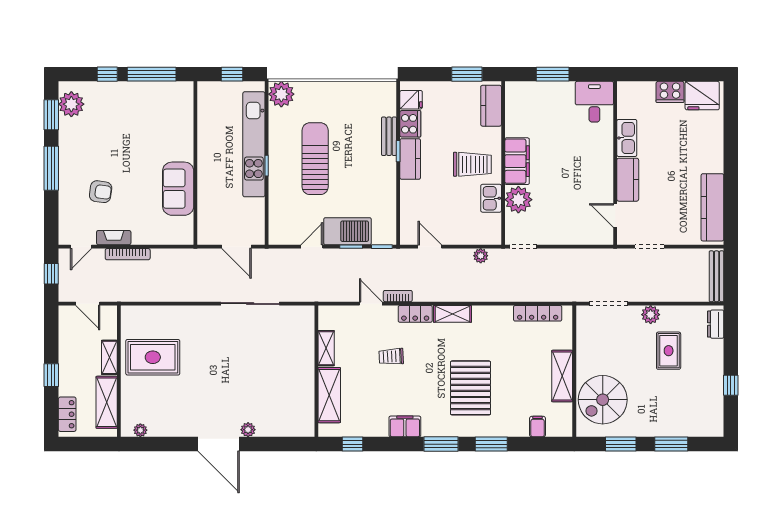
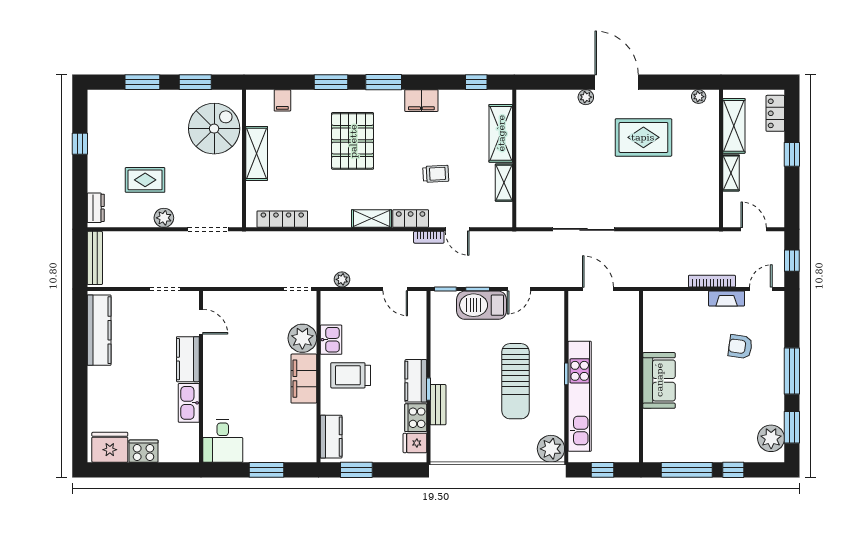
sofa: (178, 189) -> (659, 380), moved
rug: (669, 351) -> (145, 180), turned 90
rug: (153, 357) -> (643, 137), moved

